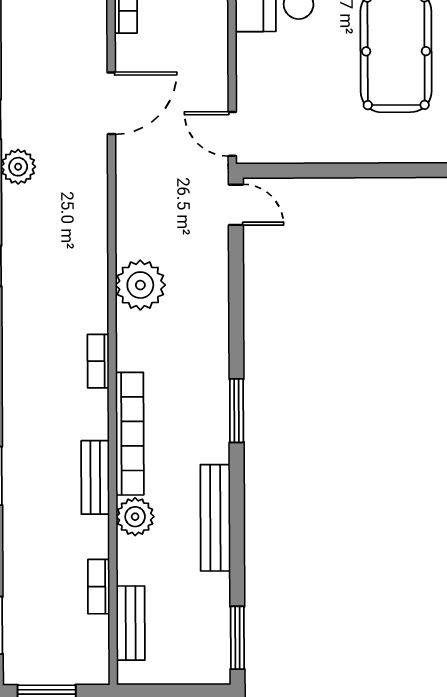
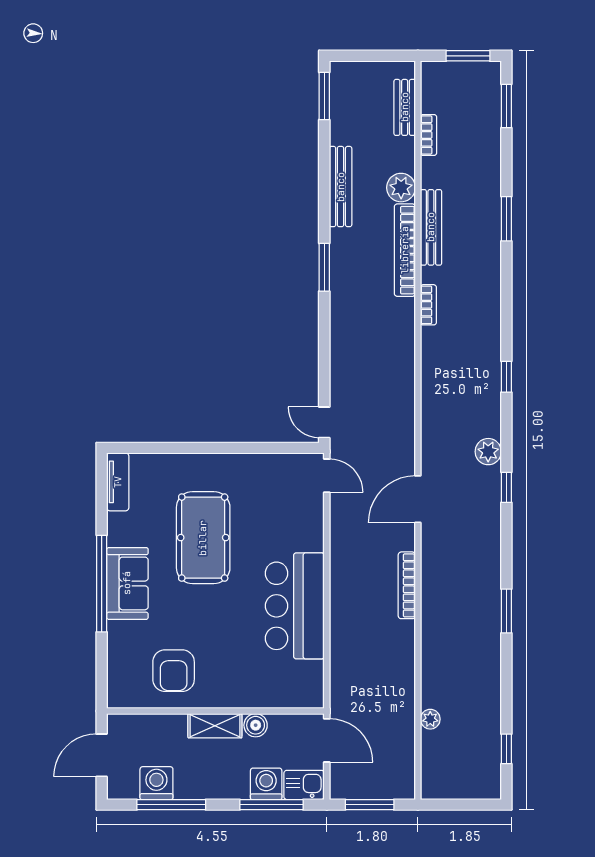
plant: (140, 285) -> (396, 362), removed
bench: (95, 477) -> (431, 227), width x1.36

